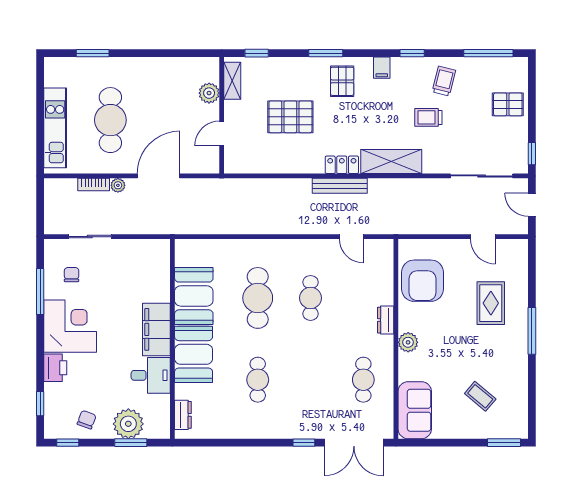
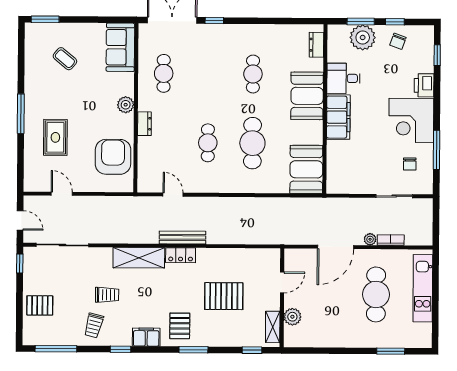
filing cabinet: (382, 68) -> (146, 337), width x2.00
booth: (194, 296) -> (306, 169), moved
window: (68, 443) -> (395, 22), moved

